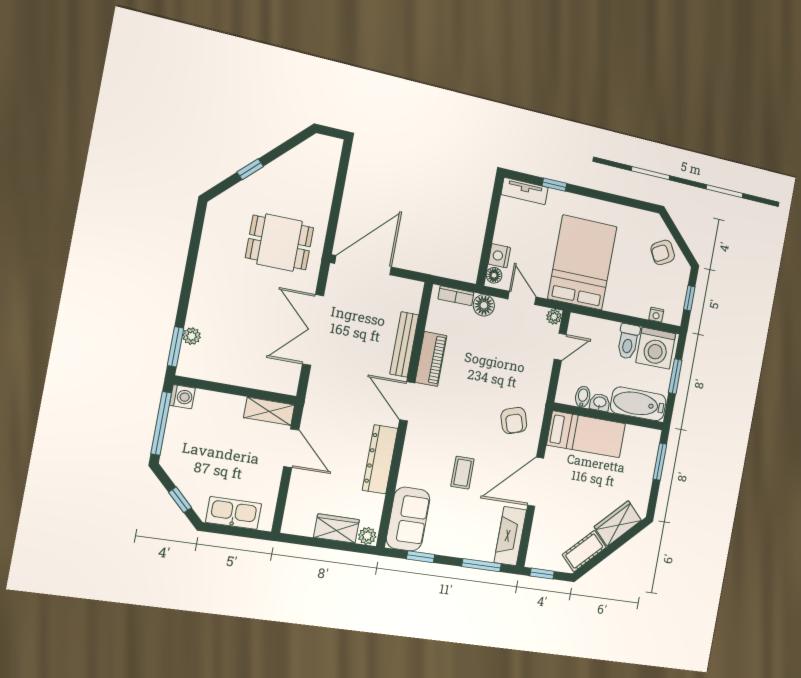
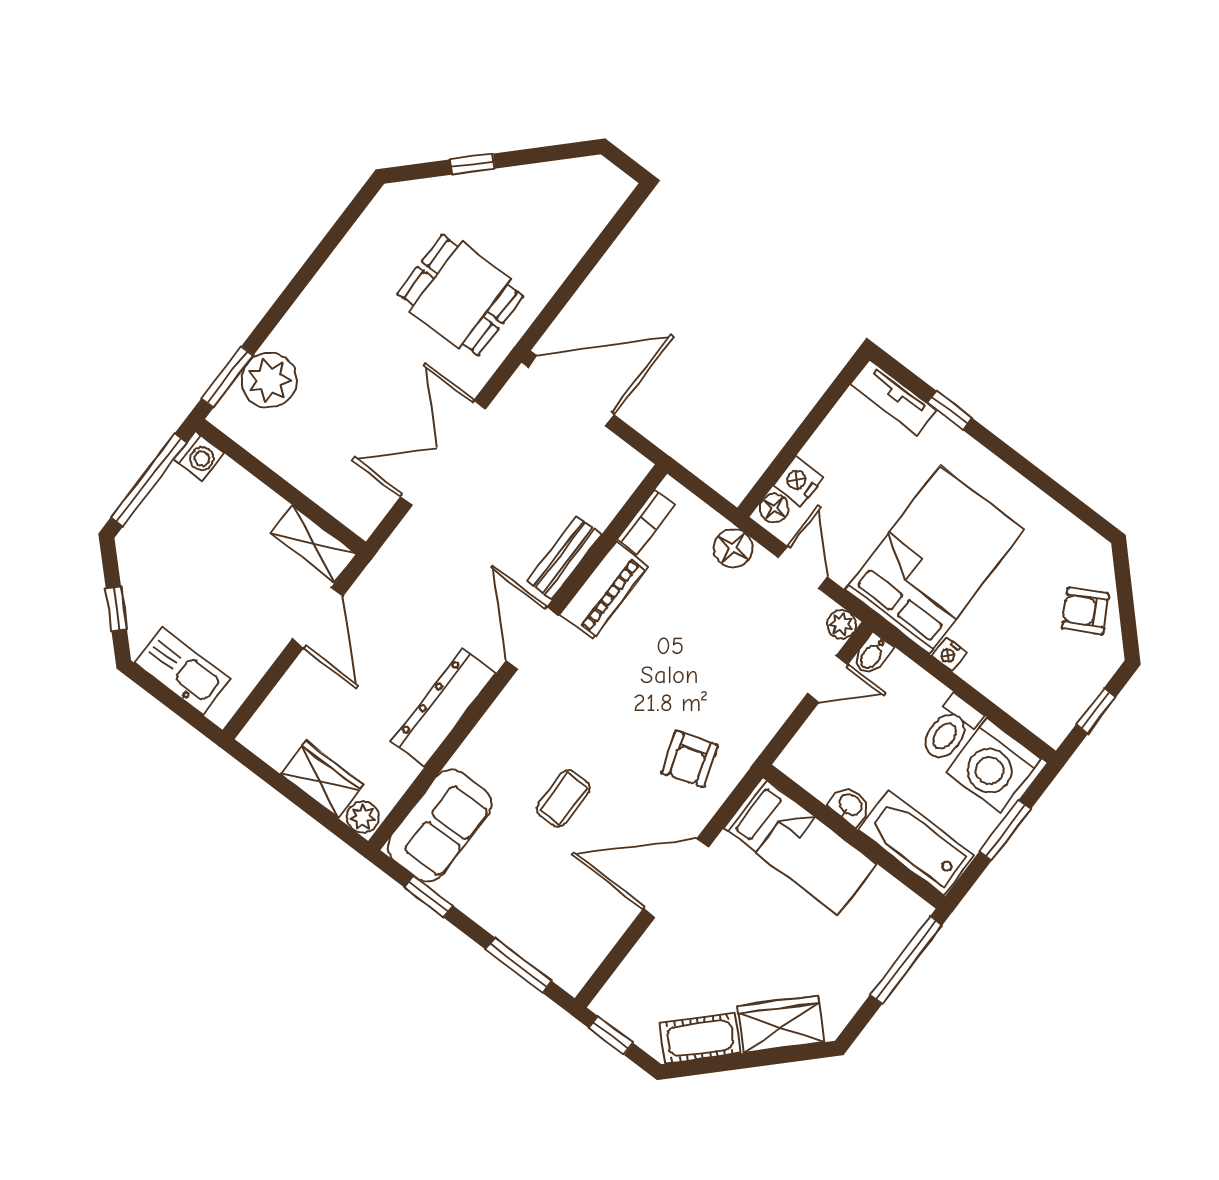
bookcase: (456, 296) -> (646, 522), moved, turned -90
nightstand: (656, 315) -> (949, 654), moved
plant: (192, 336) -> (269, 380), width x1.88, depth x1.88
bench: (404, 344) -> (564, 558), width x0.73
bidet: (583, 397) -> (872, 655), moved, turned 180
window: (660, 462) -> (906, 960), width x1.44
fireplace: (510, 536) -> (589, 944), removed

